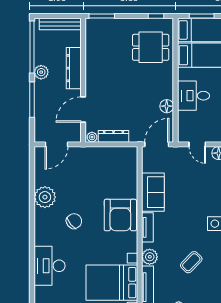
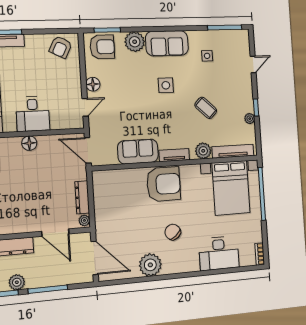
floor lamp: (167, 106) -> (29, 143), moved
door: (56, 144) -> (95, 258), width x1.36

